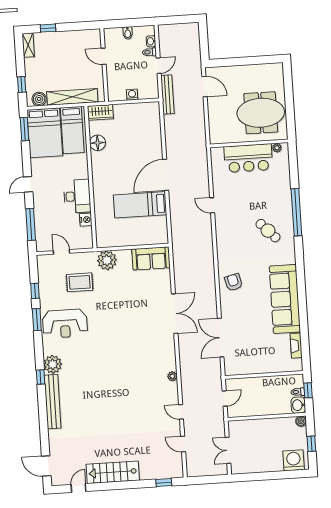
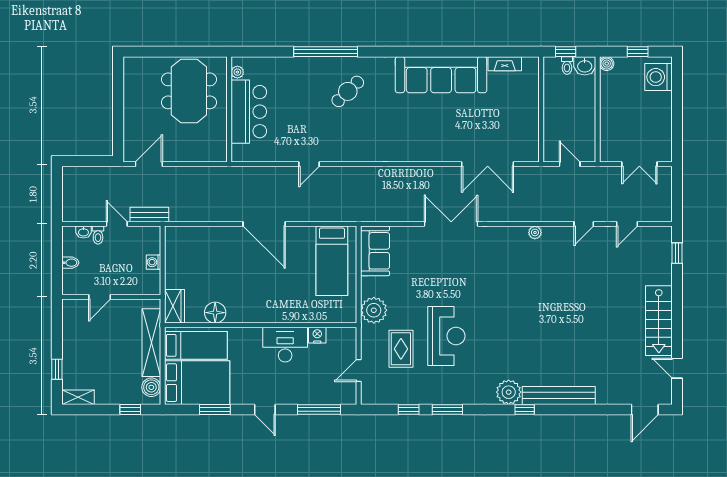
bench: (167, 95) -> (149, 215), width x0.73
window: (24, 129) -> (215, 410), moved
bed: (140, 205) -> (332, 261), moved
armchair: (233, 282) -> (414, 142), removed
reception desk: (65, 324) -> (446, 336), moved

